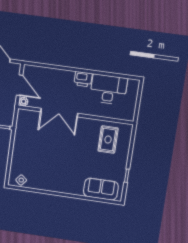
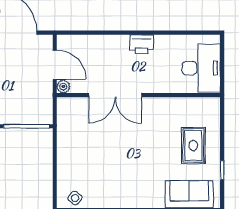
desk: (109, 89) -> (201, 68), moved, turned 90
rug: (108, 140) -> (193, 145), moved

